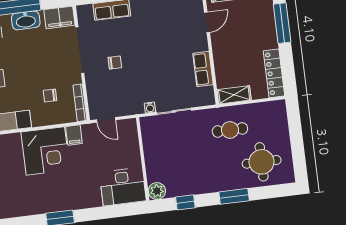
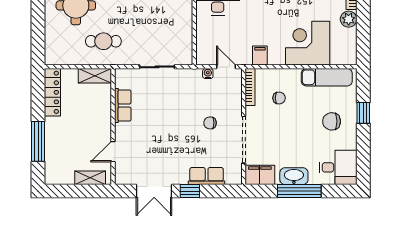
water cooler: (150, 108) -> (208, 74), moved
corner desk: (45, 151) -> (308, 43), moved

